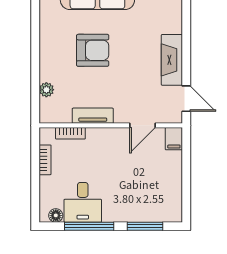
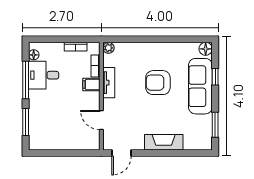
armchair: (93, 50) -> (158, 83), turned 90
fireplace: (172, 60) -> (164, 142), moved
plant: (46, 90) -> (108, 48), moved
filing cabinet: (174, 139) -> (91, 85), moved

